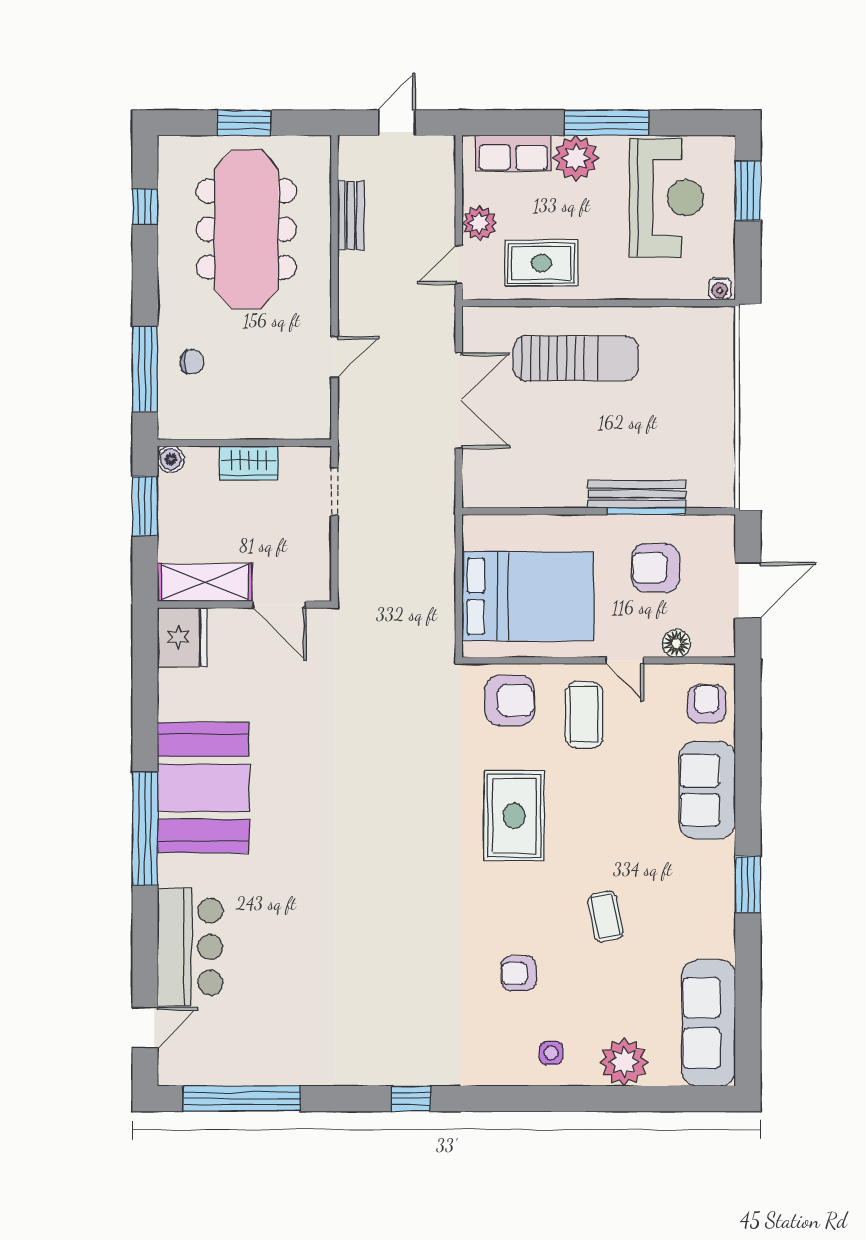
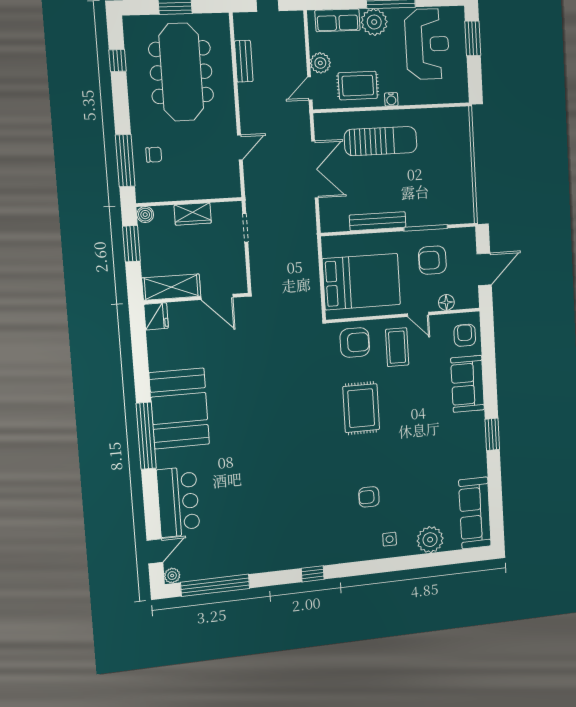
water cooler: (720, 289) -> (391, 99), moved
bench: (637, 494) -> (378, 221), moved
fridge: (182, 637) -> (156, 316), width x0.73, depth x0.75
coffee table: (606, 917) -> (415, 460), removed
plant: (171, 1073) -> (172, 576), added

